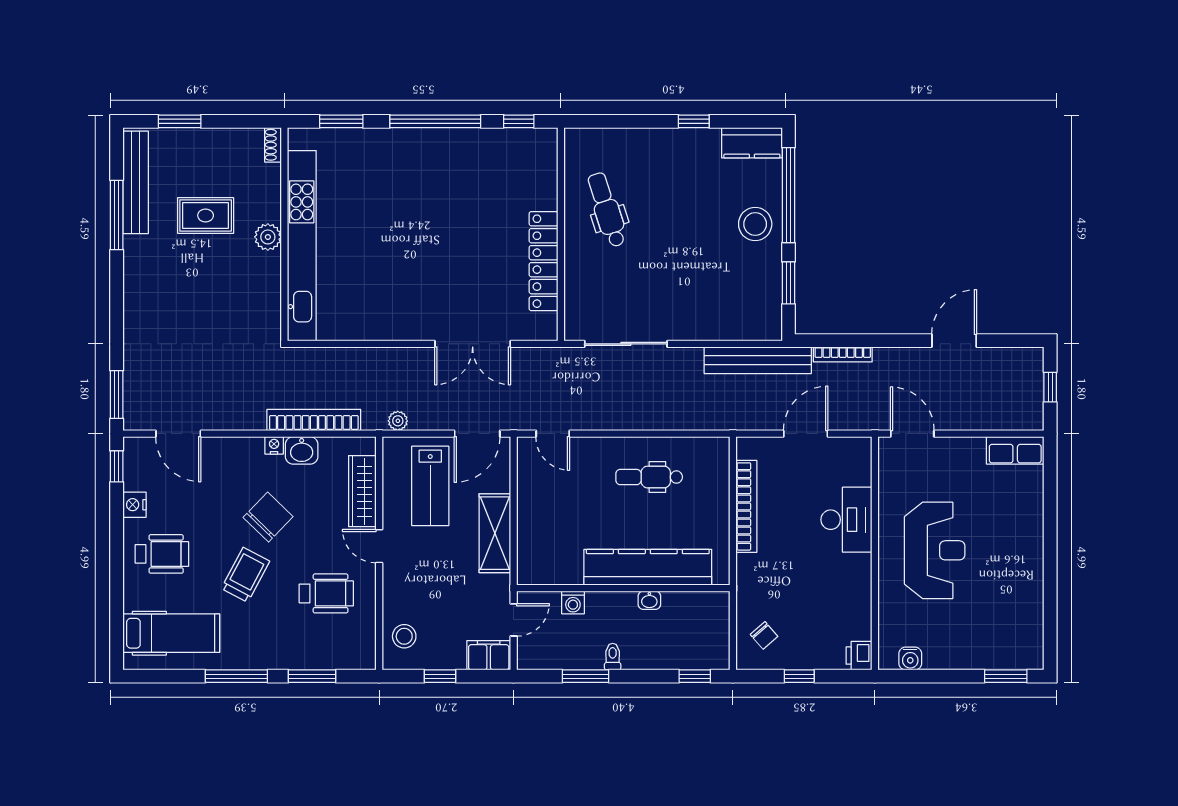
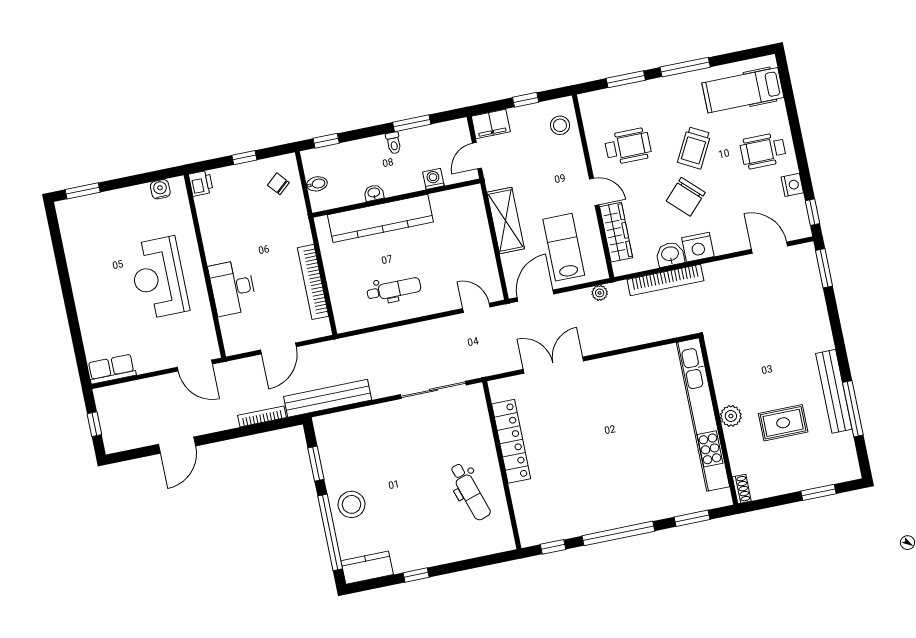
bench: (136, 182) -> (834, 391), moved
nightstand: (274, 445) -> (698, 247), width x1.89, depth x1.79
wheelchair: (326, 593) -> (628, 146), turned 180
bidet: (717, 626) -> (317, 184), added

